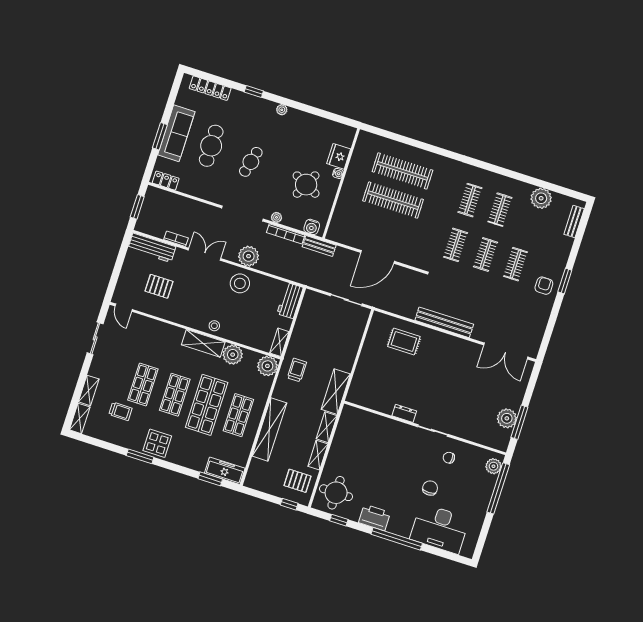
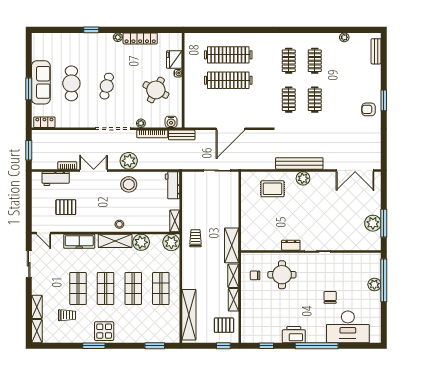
locker: (210, 88) -> (140, 38), moved
plant: (541, 198) -> (344, 37), width x0.53, depth x0.53
workbench: (152, 248) -> (56, 179), width x0.73
clothes rail: (515, 264) -> (341, 100), removed
armchair: (544, 286) -> (369, 109), turned -90
plant: (443, 341) -> (303, 178), added
shop shelf: (207, 405) -> (133, 288), width x0.70, depth x0.74
shelving: (269, 429) -> (189, 315), moved
chair: (449, 458) -> (255, 275), moved
plant: (493, 466) -> (374, 284), moved
freezer: (225, 471) -> (79, 241), moved, turned 180
round table: (336, 493) -> (282, 275), moved

